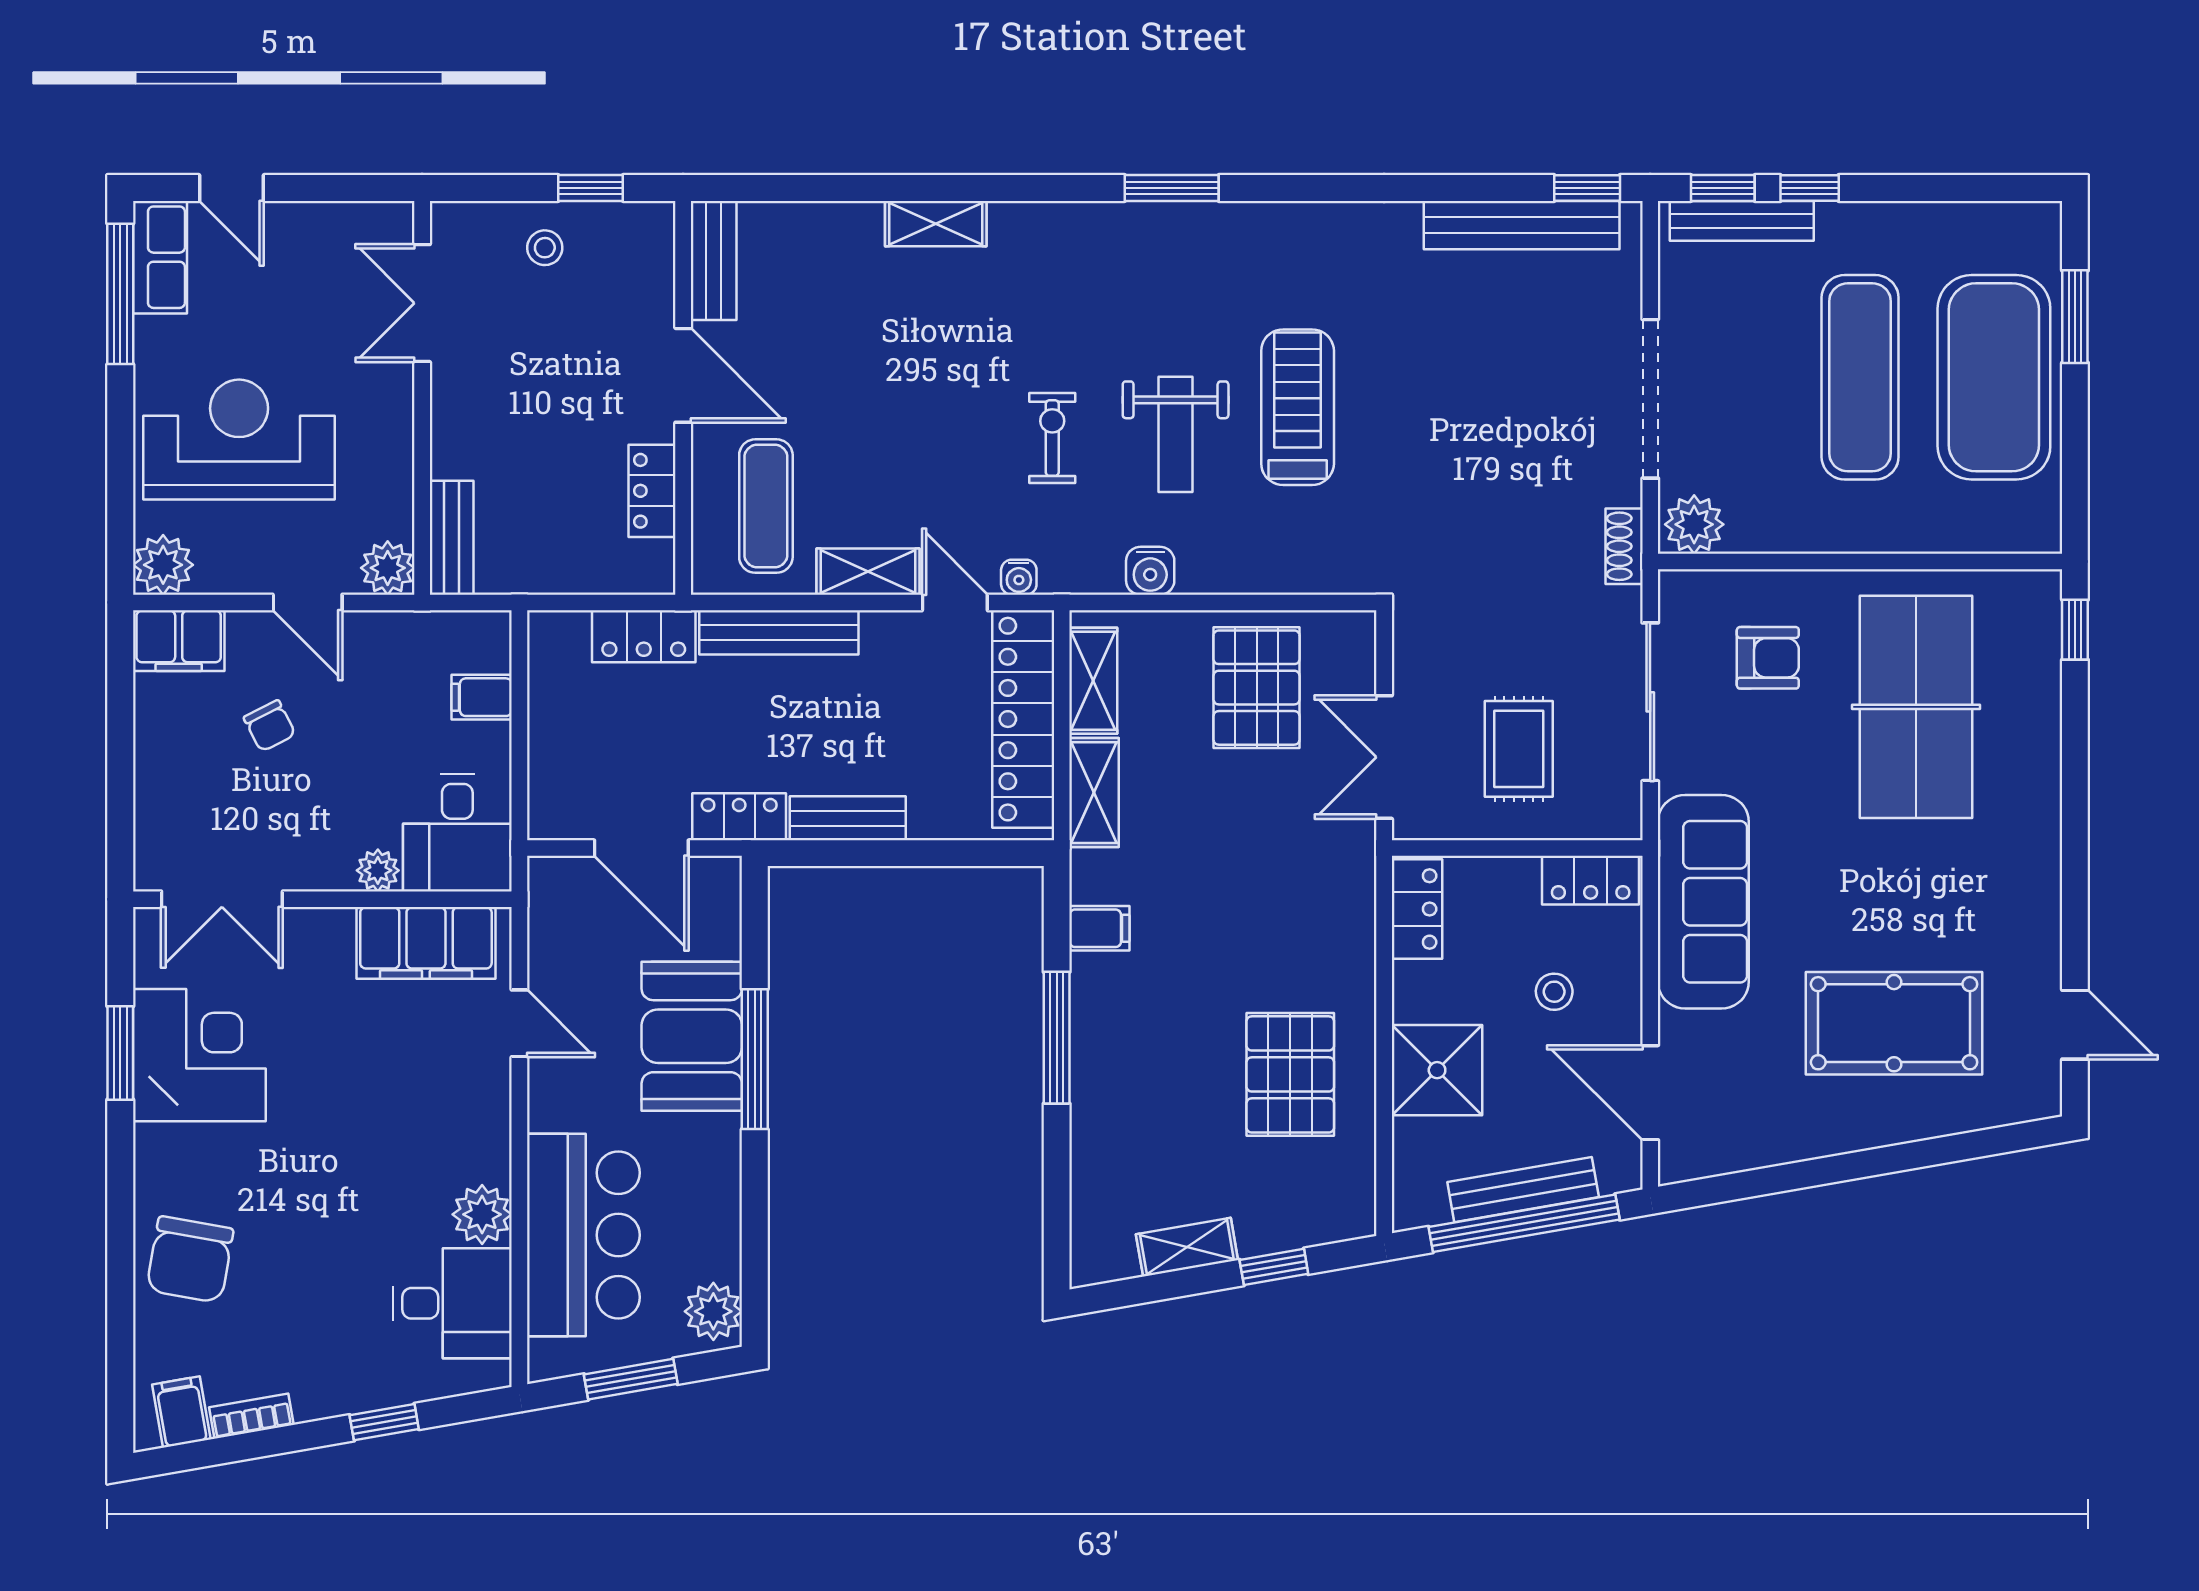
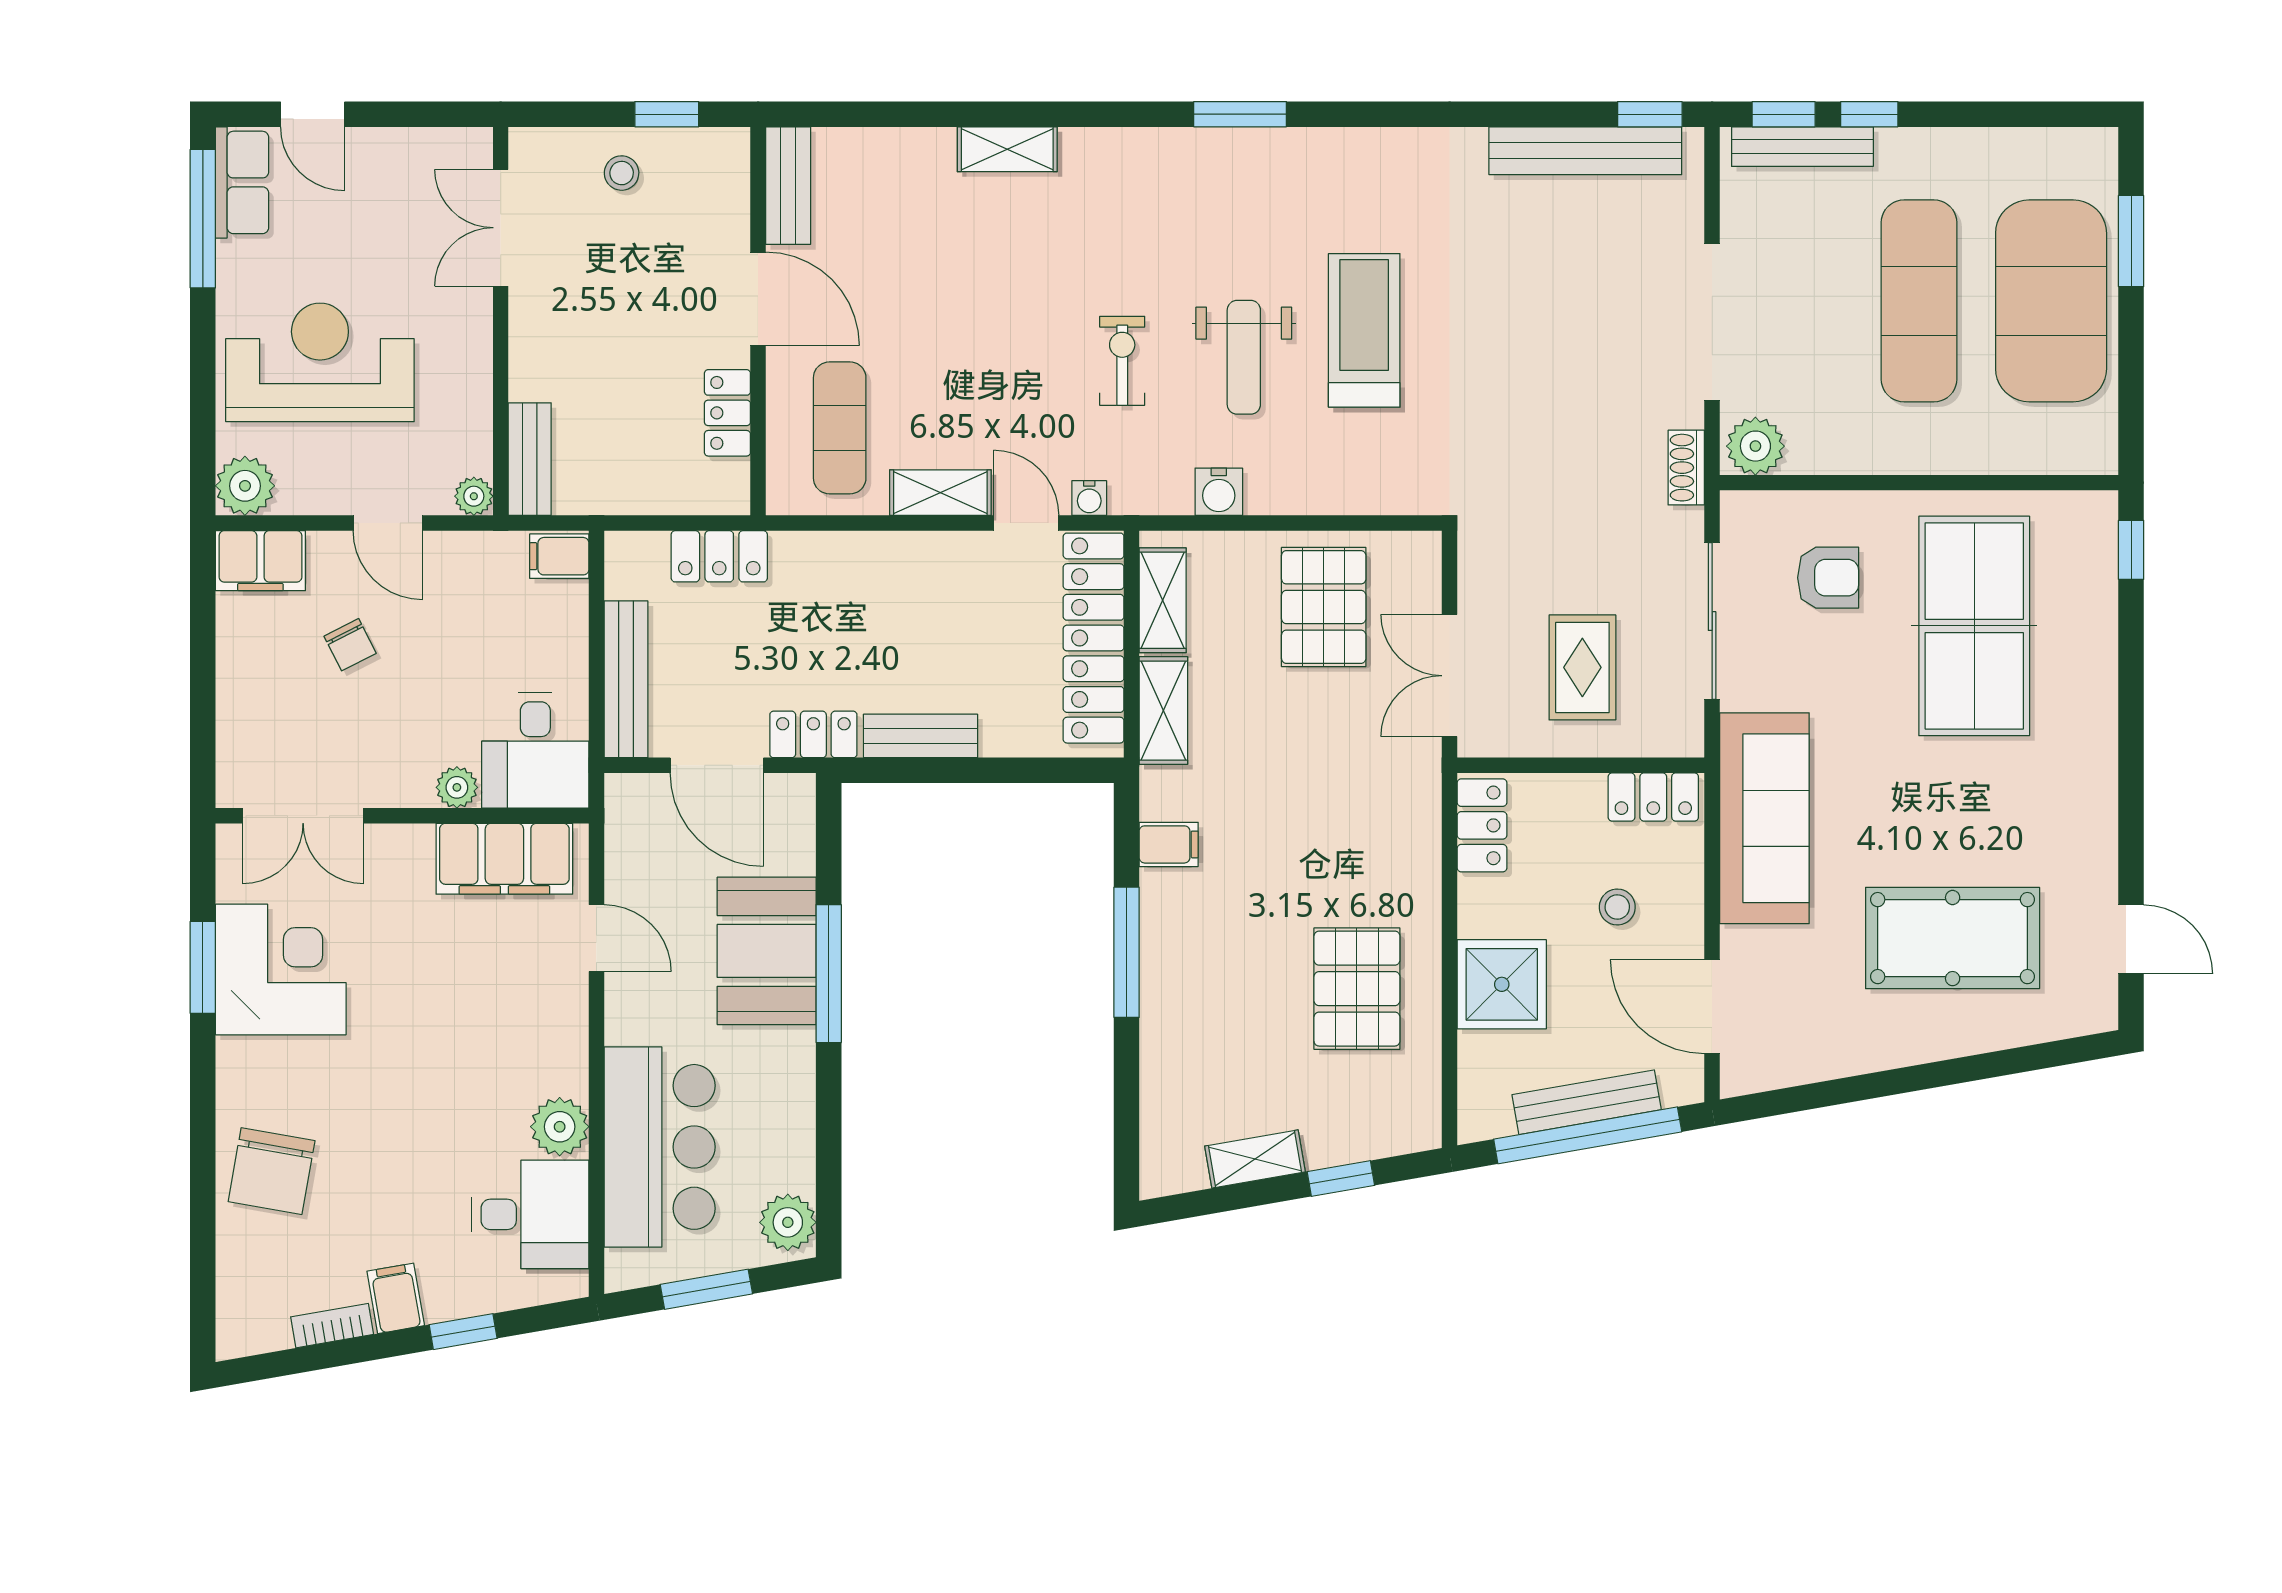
plant: (388, 568) -> (474, 496), width x0.73, depth x0.73
bench: (779, 632) -> (626, 679), moved, turned 90
filing cabinet: (482, 697) -> (559, 556), moved
filing cabinet: (181, 1412) -> (396, 1298), moved

